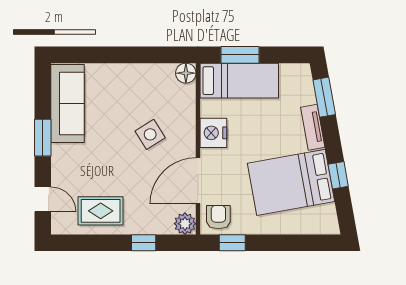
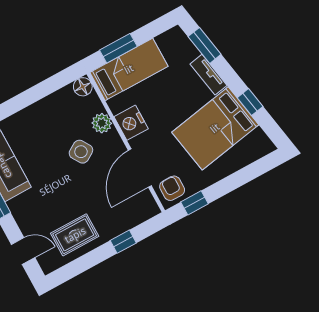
plant: (185, 224) -> (102, 123), moved

